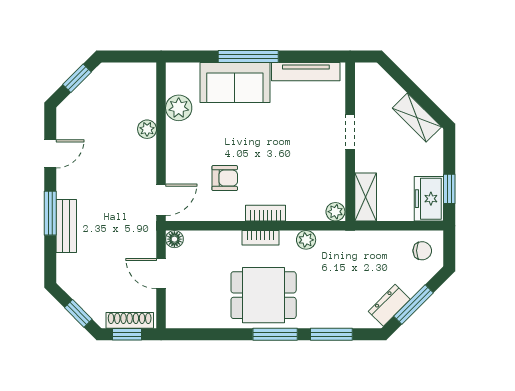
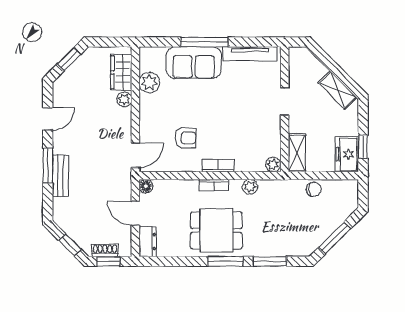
wardrobe: (143, 95) -> (121, 72), added
chair: (422, 251) -> (314, 189), moved
dresser: (389, 305) -> (148, 242), moved, turned 135
shoe rack: (130, 320) -> (105, 250), width x0.70

